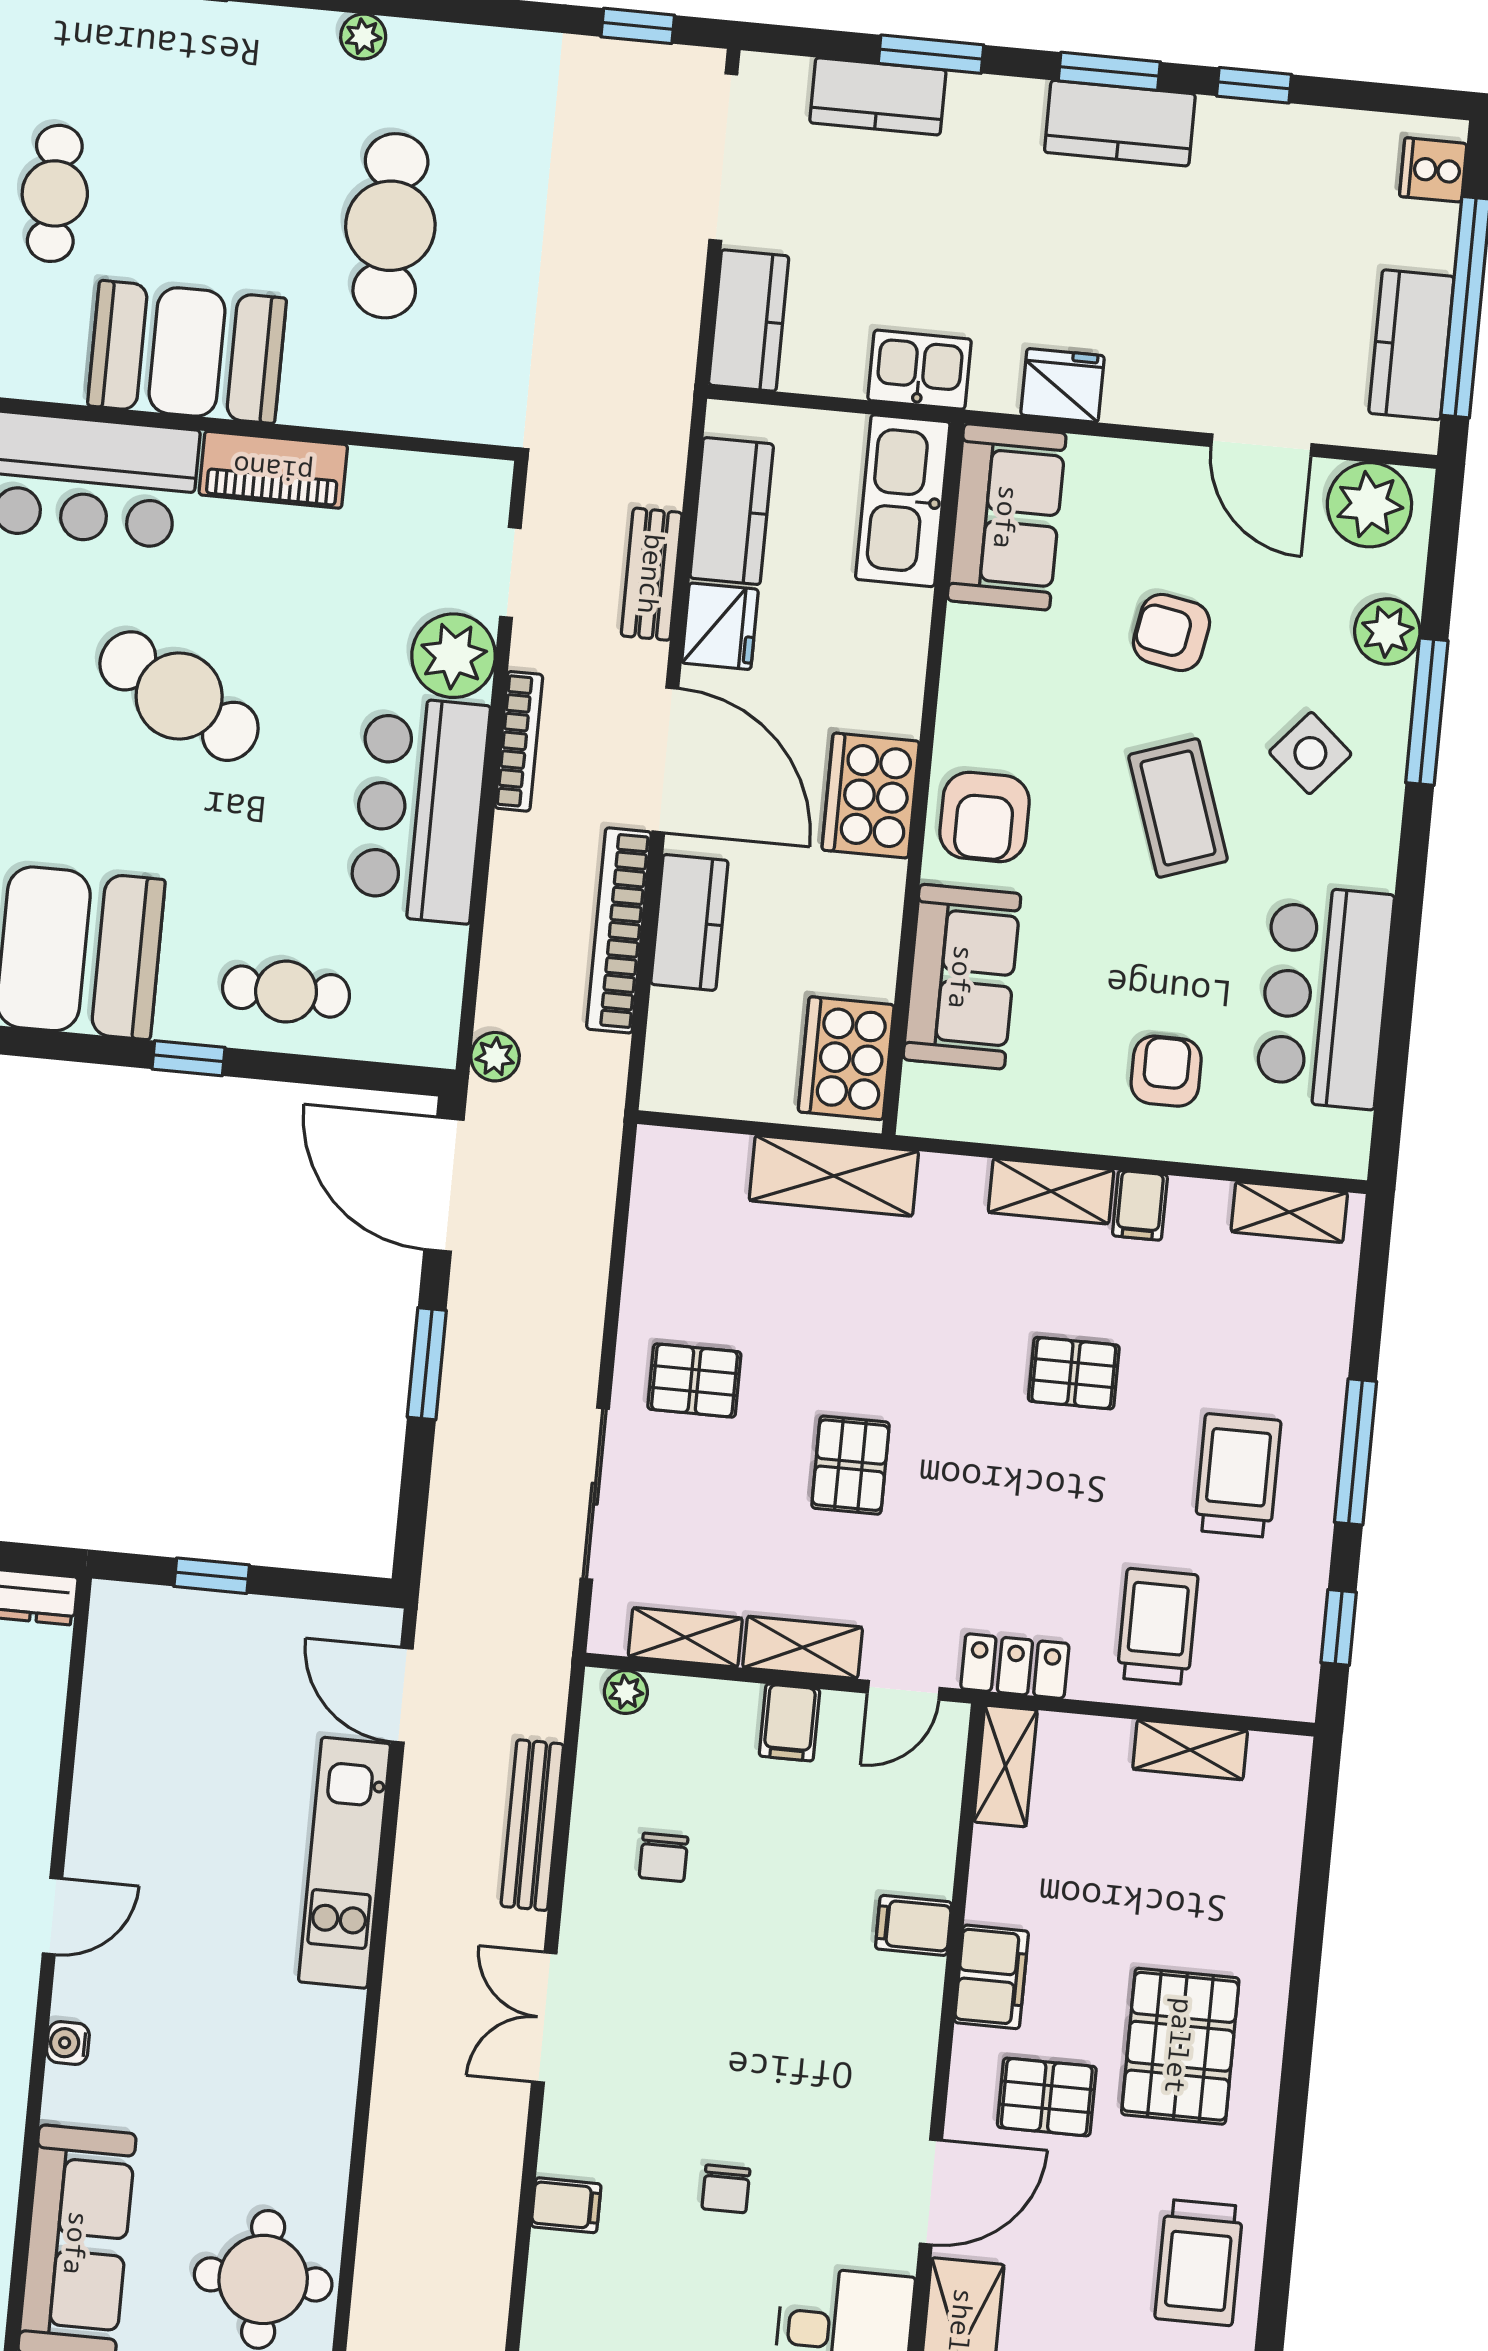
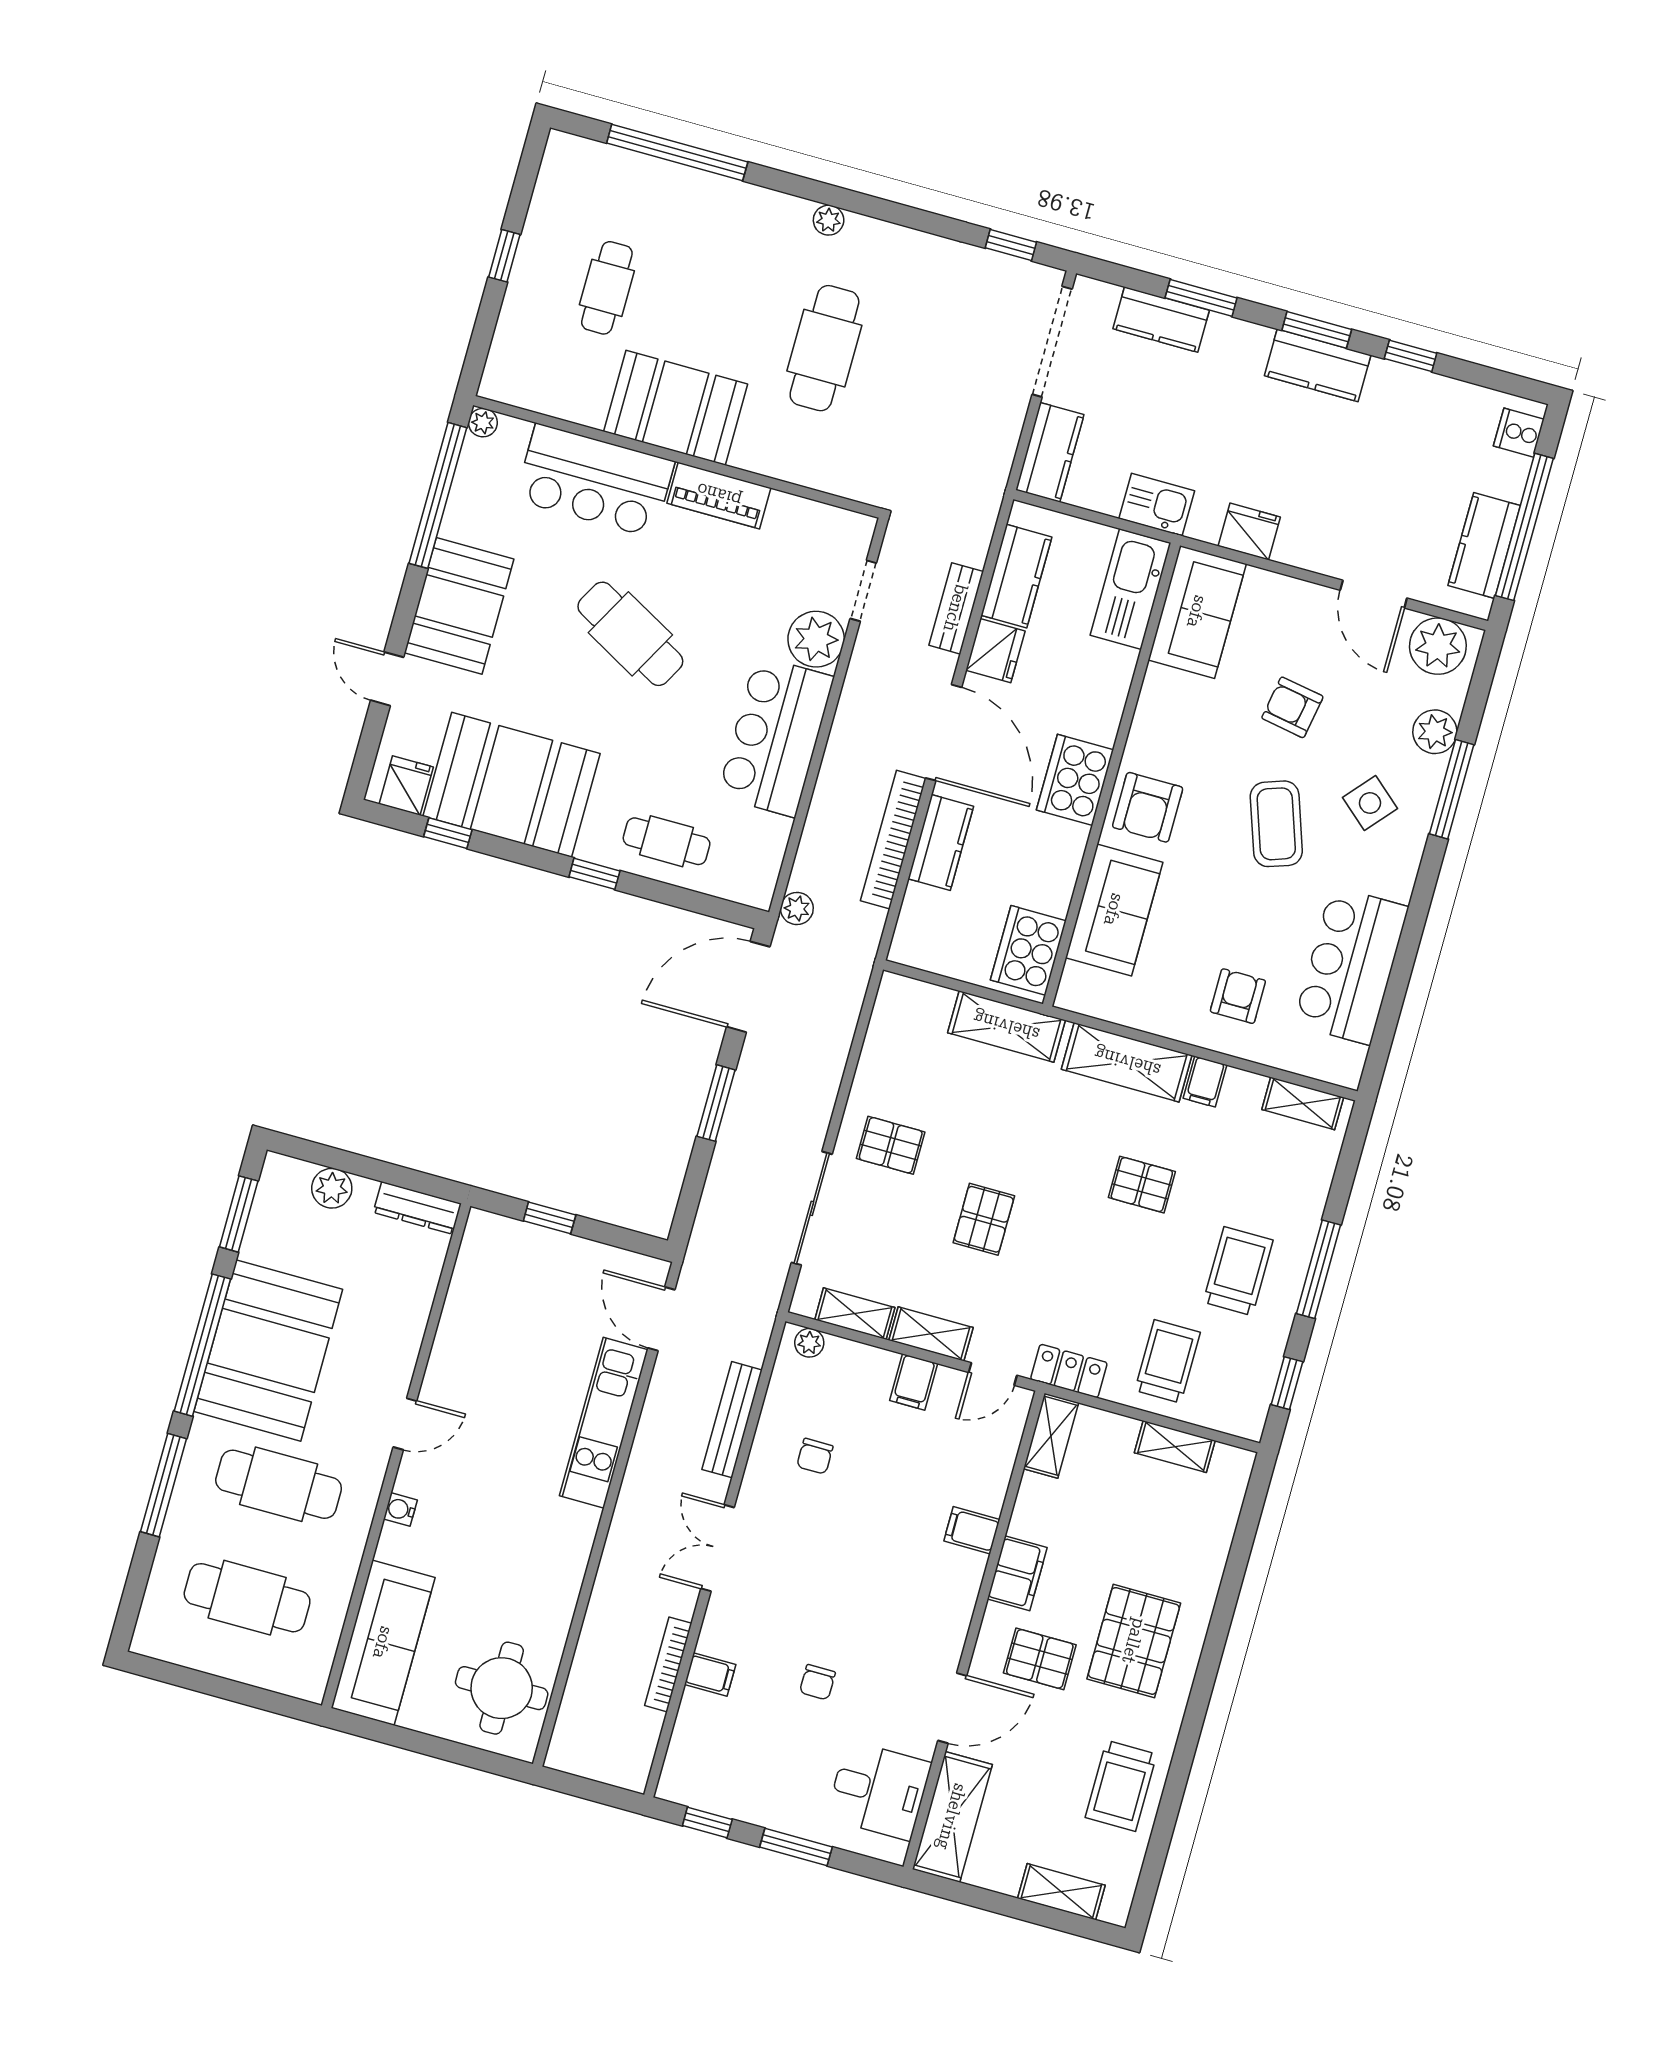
bookcase: (519, 741) -> (668, 1664), moved, turned 180
door: (444, 1185) -> (748, 987), hinge flipped
shelving: (1051, 1191) -> (1127, 1062), width x1.50, depth x1.33

